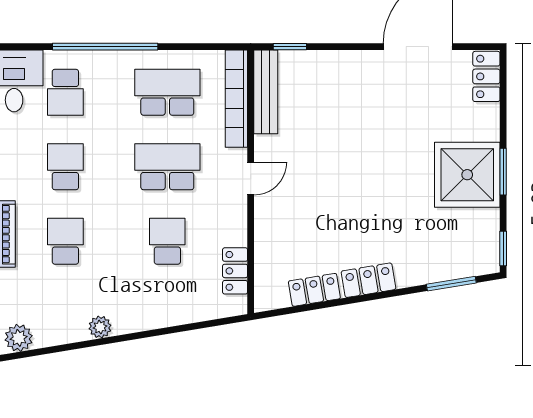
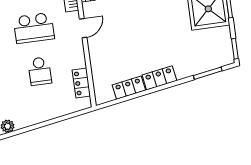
school desk: (167, 167) -> (34, 28), turned 180
school desk: (167, 241) -> (40, 71), turned 180

